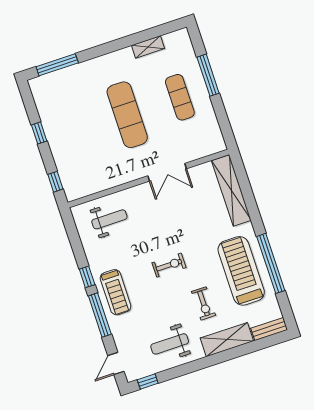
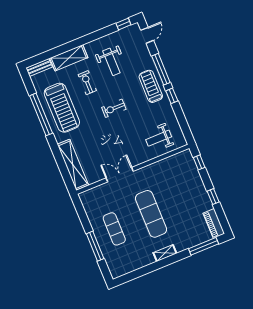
shelving: (148, 47) -> (165, 253), moved
piano: (41, 95) -> (214, 223), added
weight bench: (170, 344) -> (111, 62), moved, turned 90

